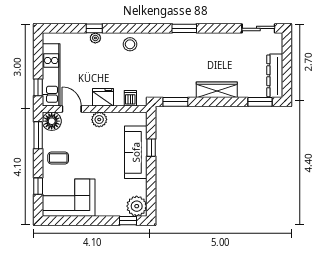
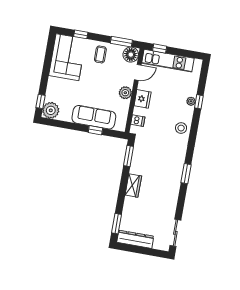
wardrobe: (217, 90) -> (133, 186), width x0.67

